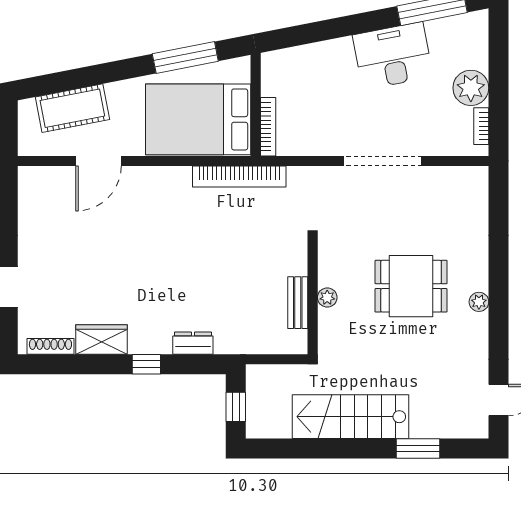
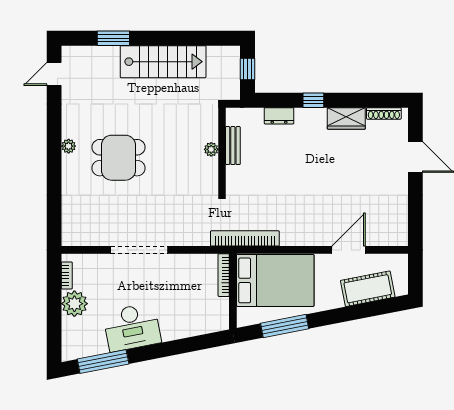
wall: (313, 297) -> (222, 150), moved
plant: (327, 297) -> (211, 149), moved
bench: (298, 303) -> (233, 146), moved

